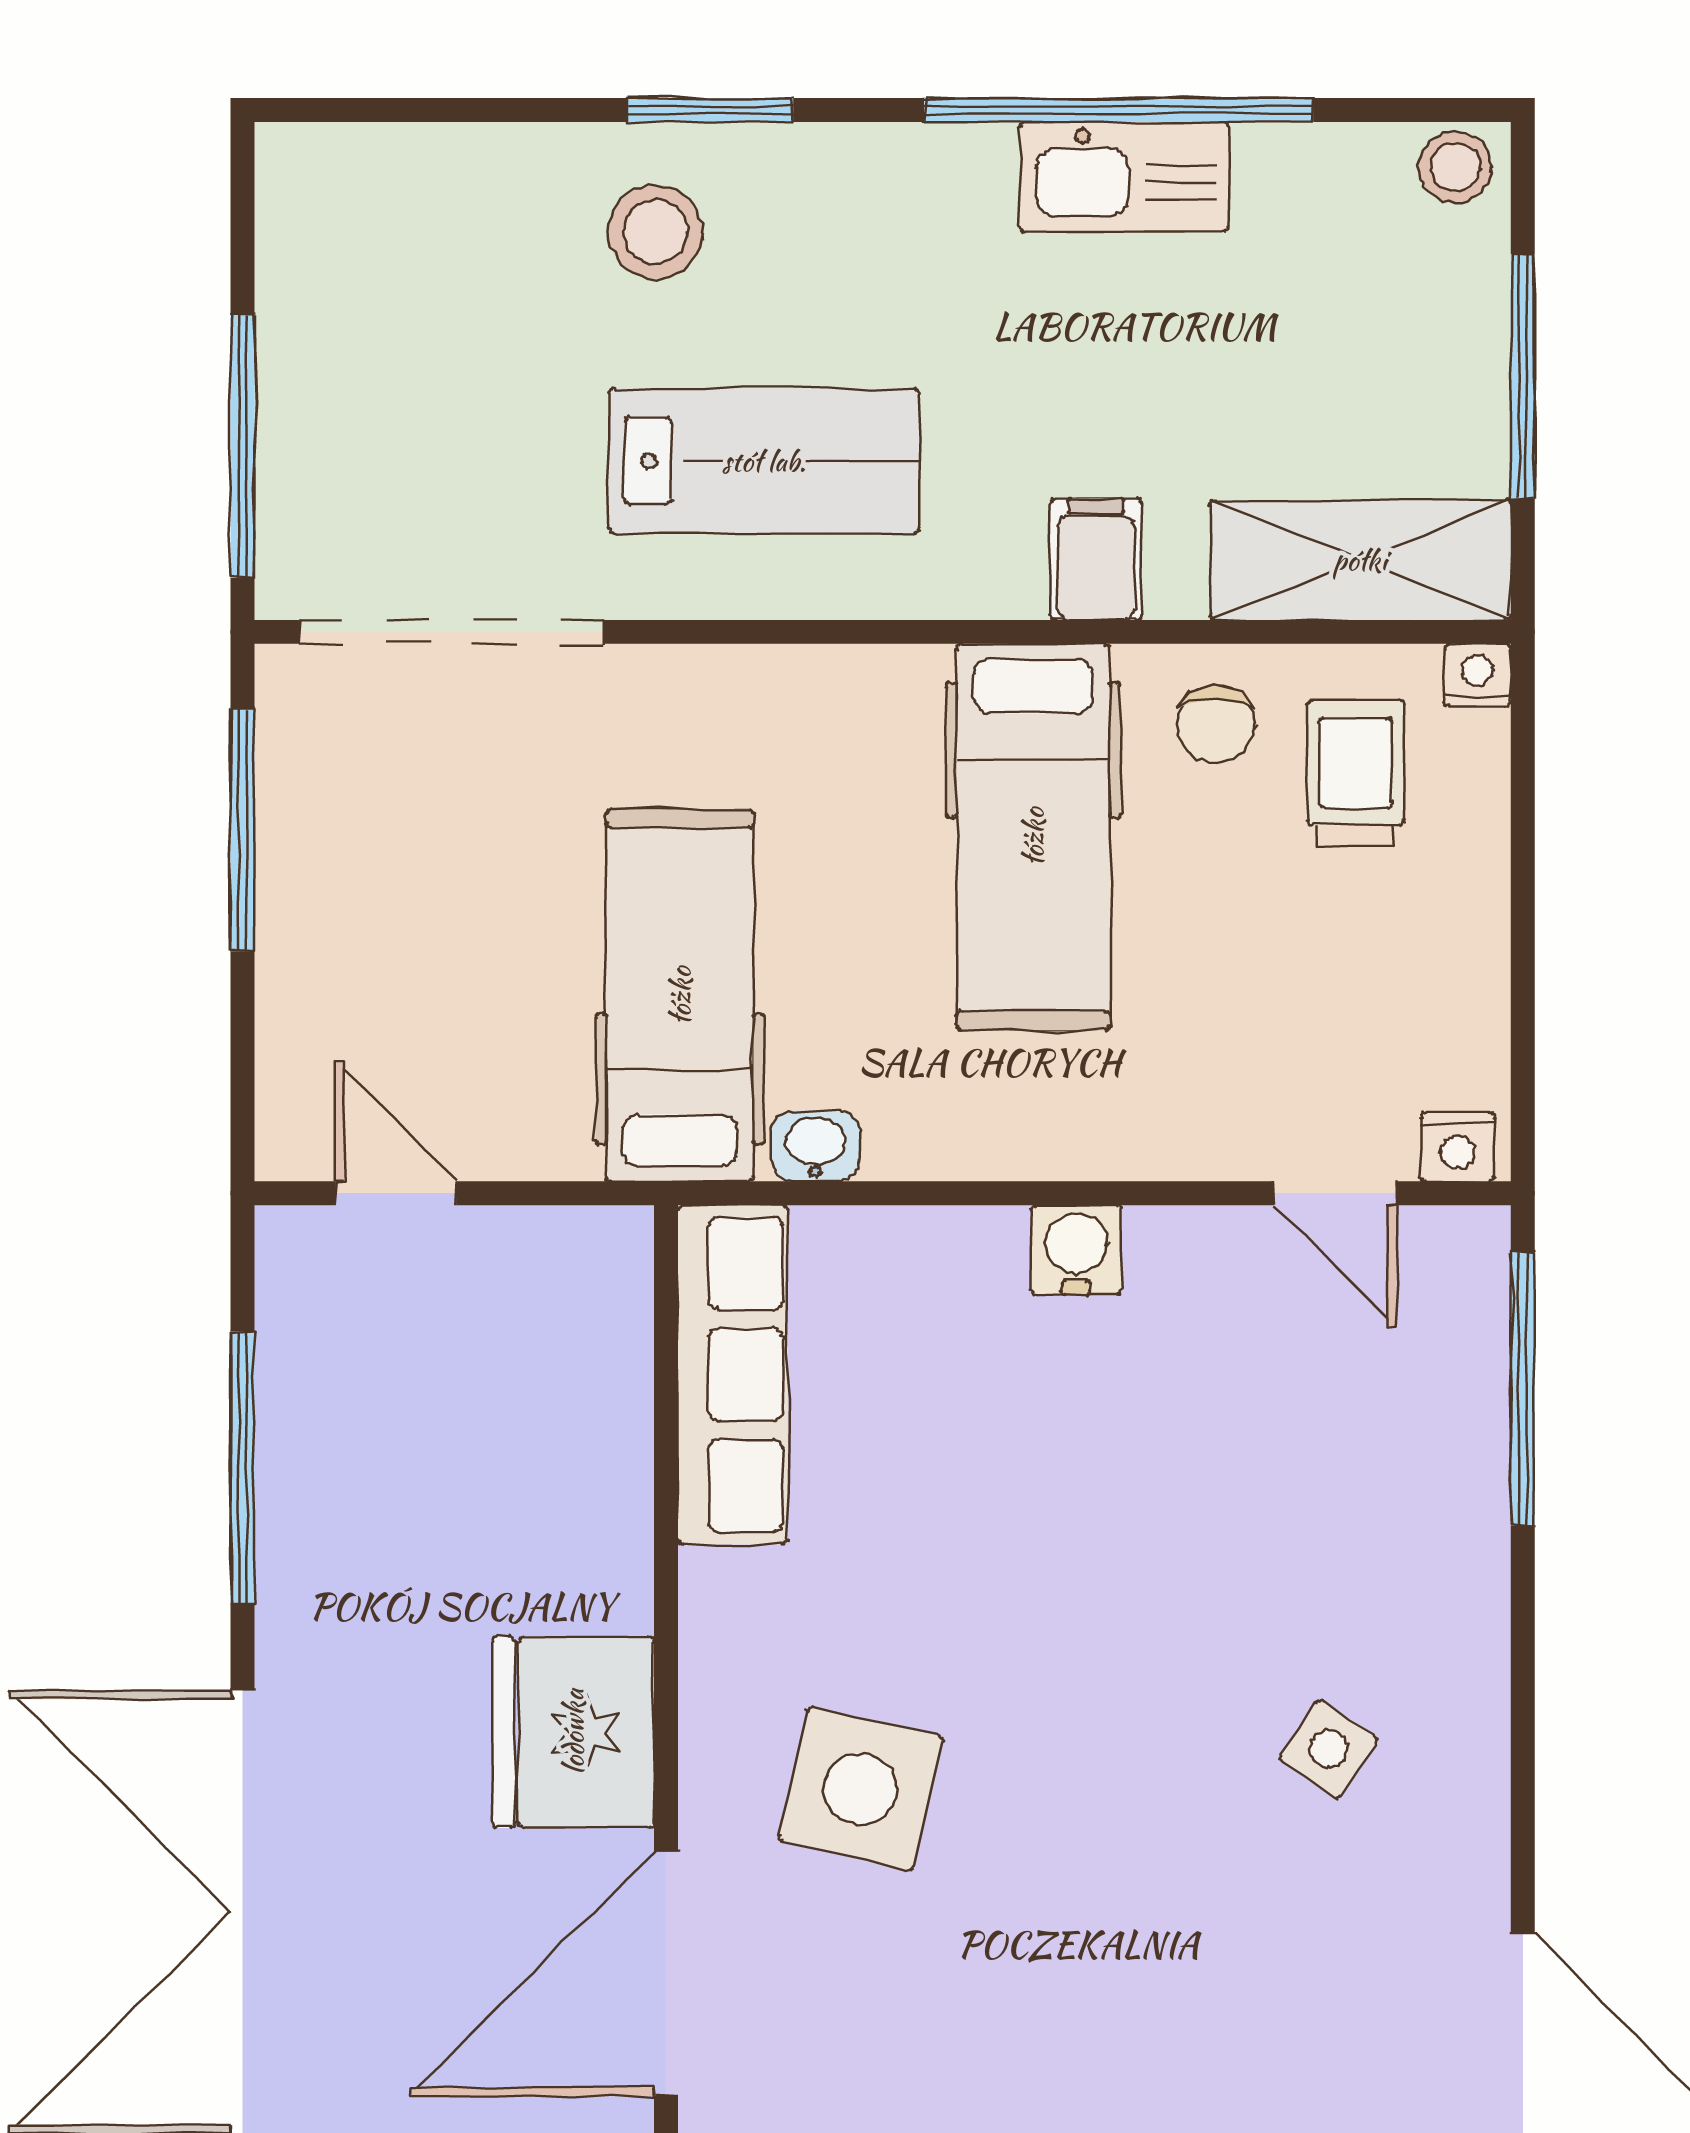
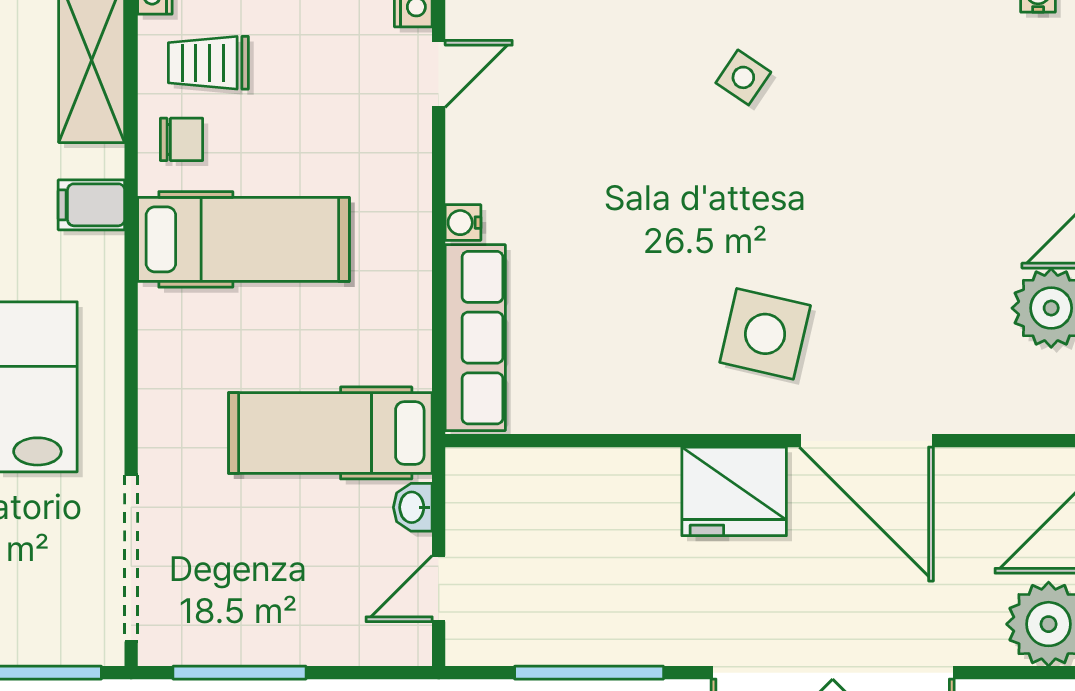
washbasin: (815, 1146) -> (413, 507), moved
water cooler: (1076, 1250) -> (463, 223), width x0.72, depth x0.72
row of seats: (733, 1375) -> (475, 338), moved, turned 90

